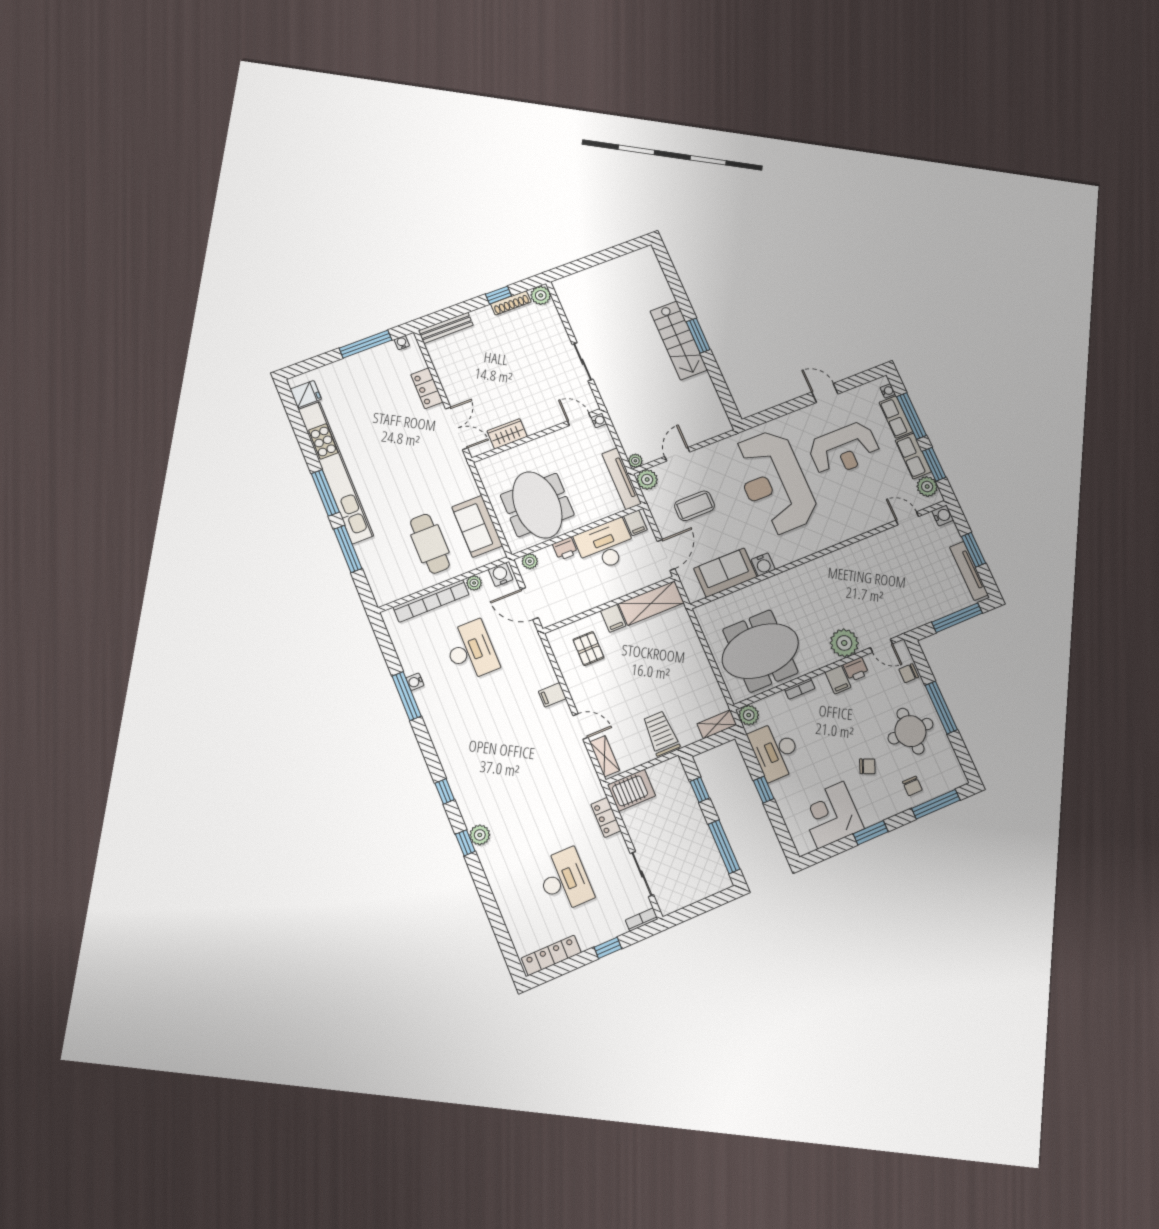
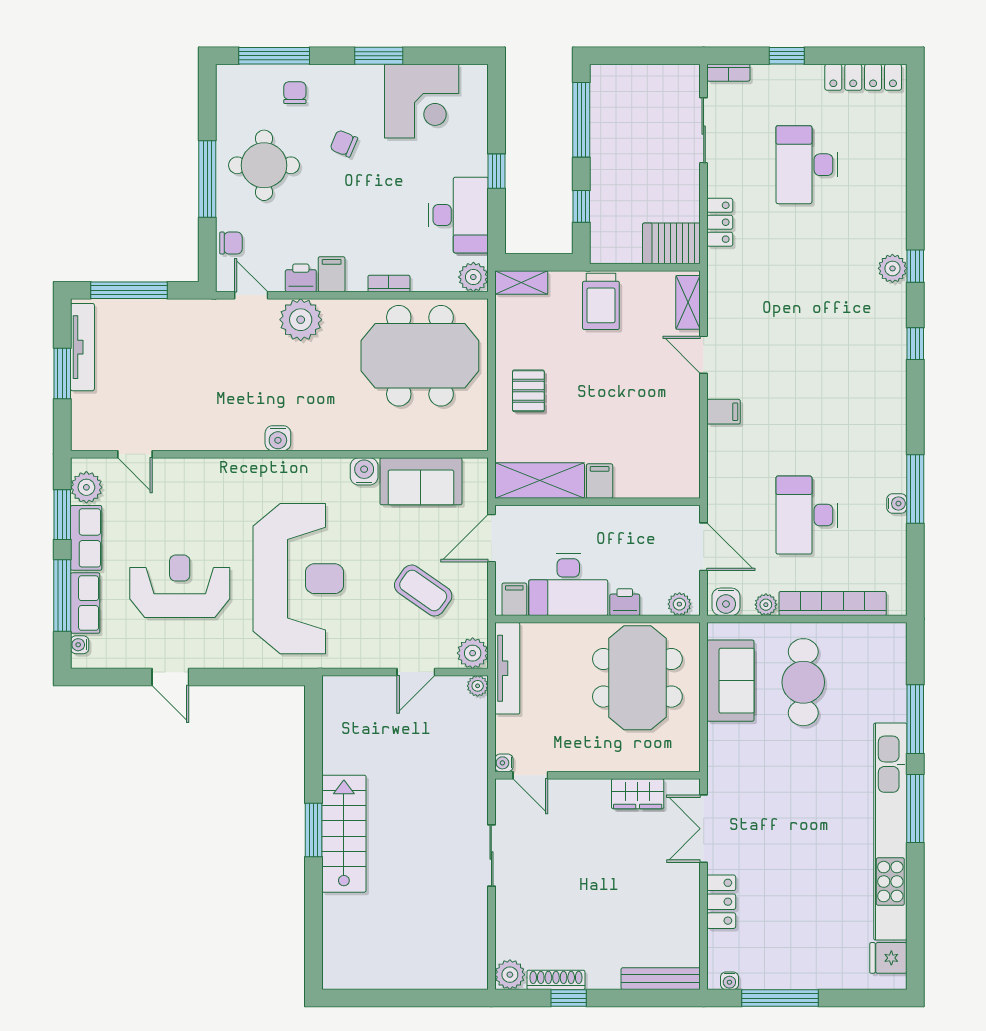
coffee table: (694, 506) -> (423, 590), turned 35
water cooler: (943, 515) -> (278, 438), moved, turned -90
pallet: (588, 649) -> (528, 391), moved

